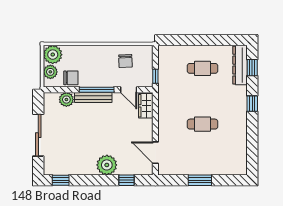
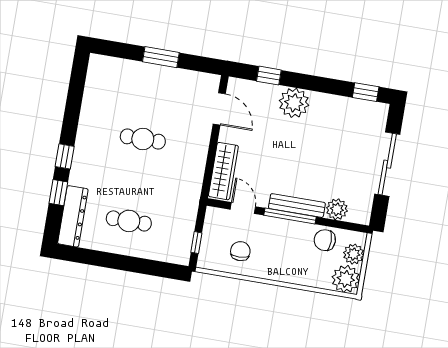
window: (252, 68) -> (58, 193), moved
window: (155, 76) -> (196, 243), moved
wardrobe: (146, 106) -> (223, 171), width x1.50

